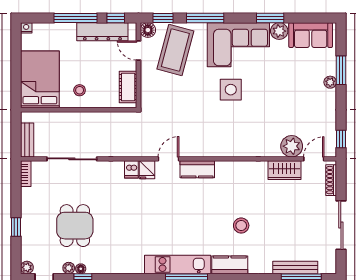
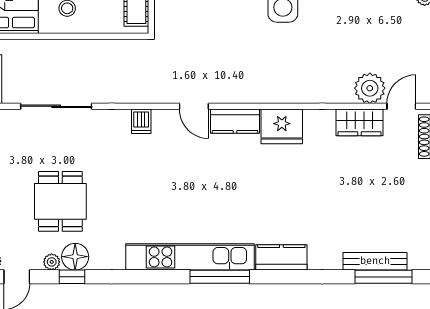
door: (168, 159) -> (194, 106), swing flipped
fridge: (147, 170) -> (282, 126), moved, width x1.88, depth x1.34
stool: (241, 226) -> (298, 201), removed
kitchen unit: (178, 264) -> (190, 257), width x1.36
floor lamp: (81, 269) -> (75, 257), width x1.89, depth x1.89

